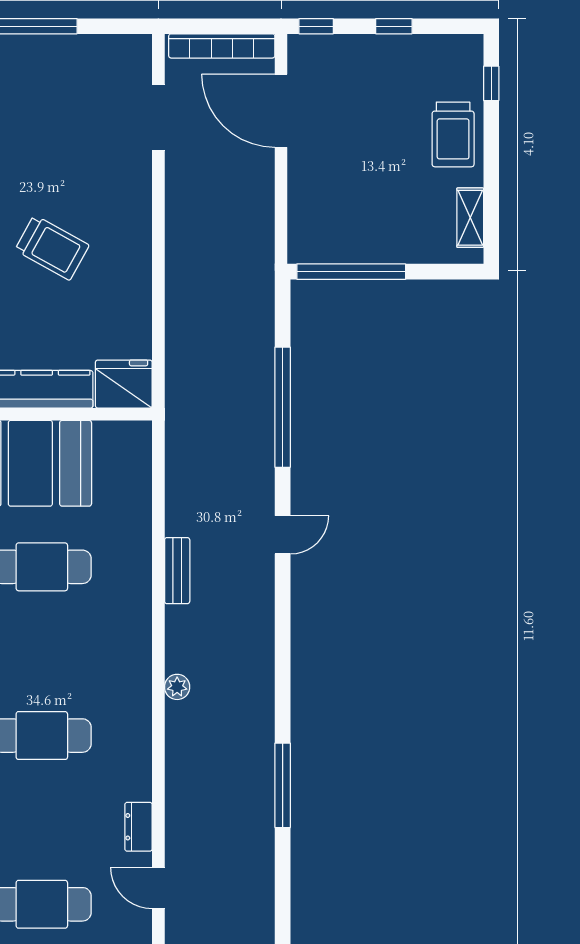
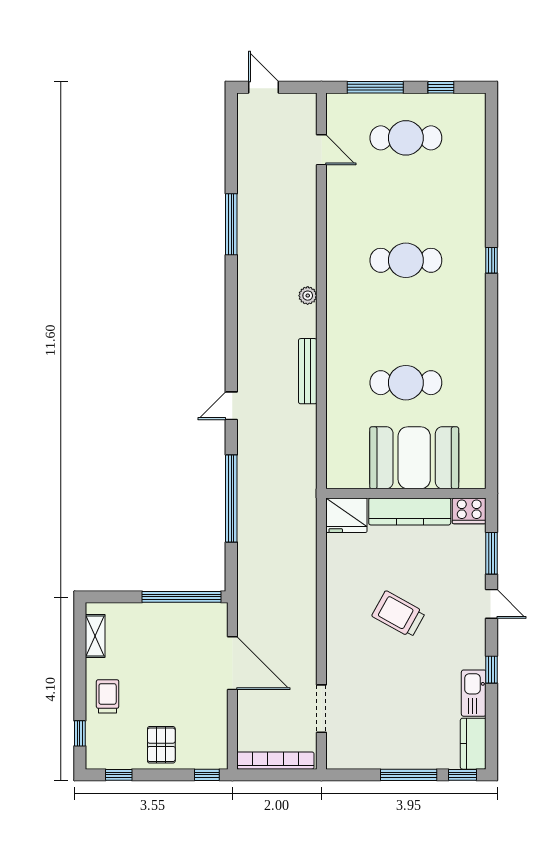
window: (394, 26) -> (119, 775), moved
pallet: (379, 68) -> (161, 745), added
door: (281, 111) -> (232, 663), moved
trolley: (453, 134) -> (108, 696), width x0.73, depth x0.72
bench: (177, 571) -> (308, 371), width x1.36
dresser: (139, 827) -> (336, 194), removed

